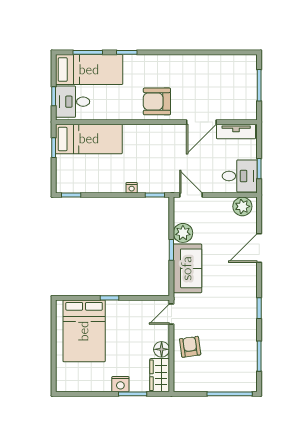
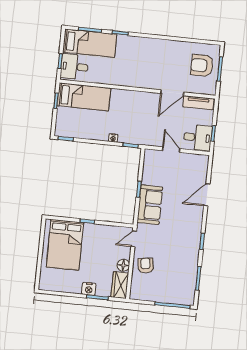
armchair: (157, 101) -> (202, 65), moved
door: (191, 195) -> (171, 150), moved
plant: (242, 206) -> (197, 161), removed
plant: (183, 233) -> (149, 177), removed

